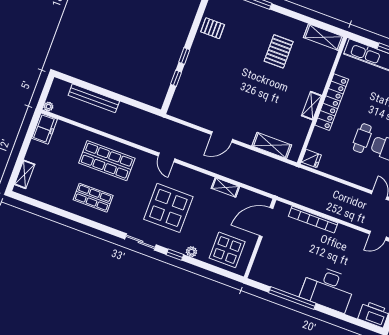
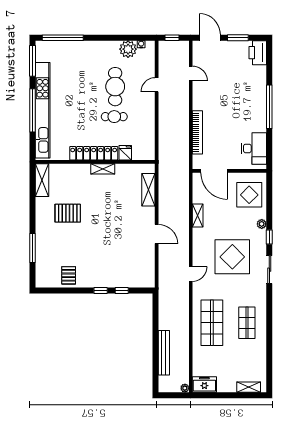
fridge: (311, 158) -> (125, 153), moved
desk: (328, 289) -> (254, 148), moved, width x0.73, depth x0.77
window: (292, 298) -> (269, 107), moved

